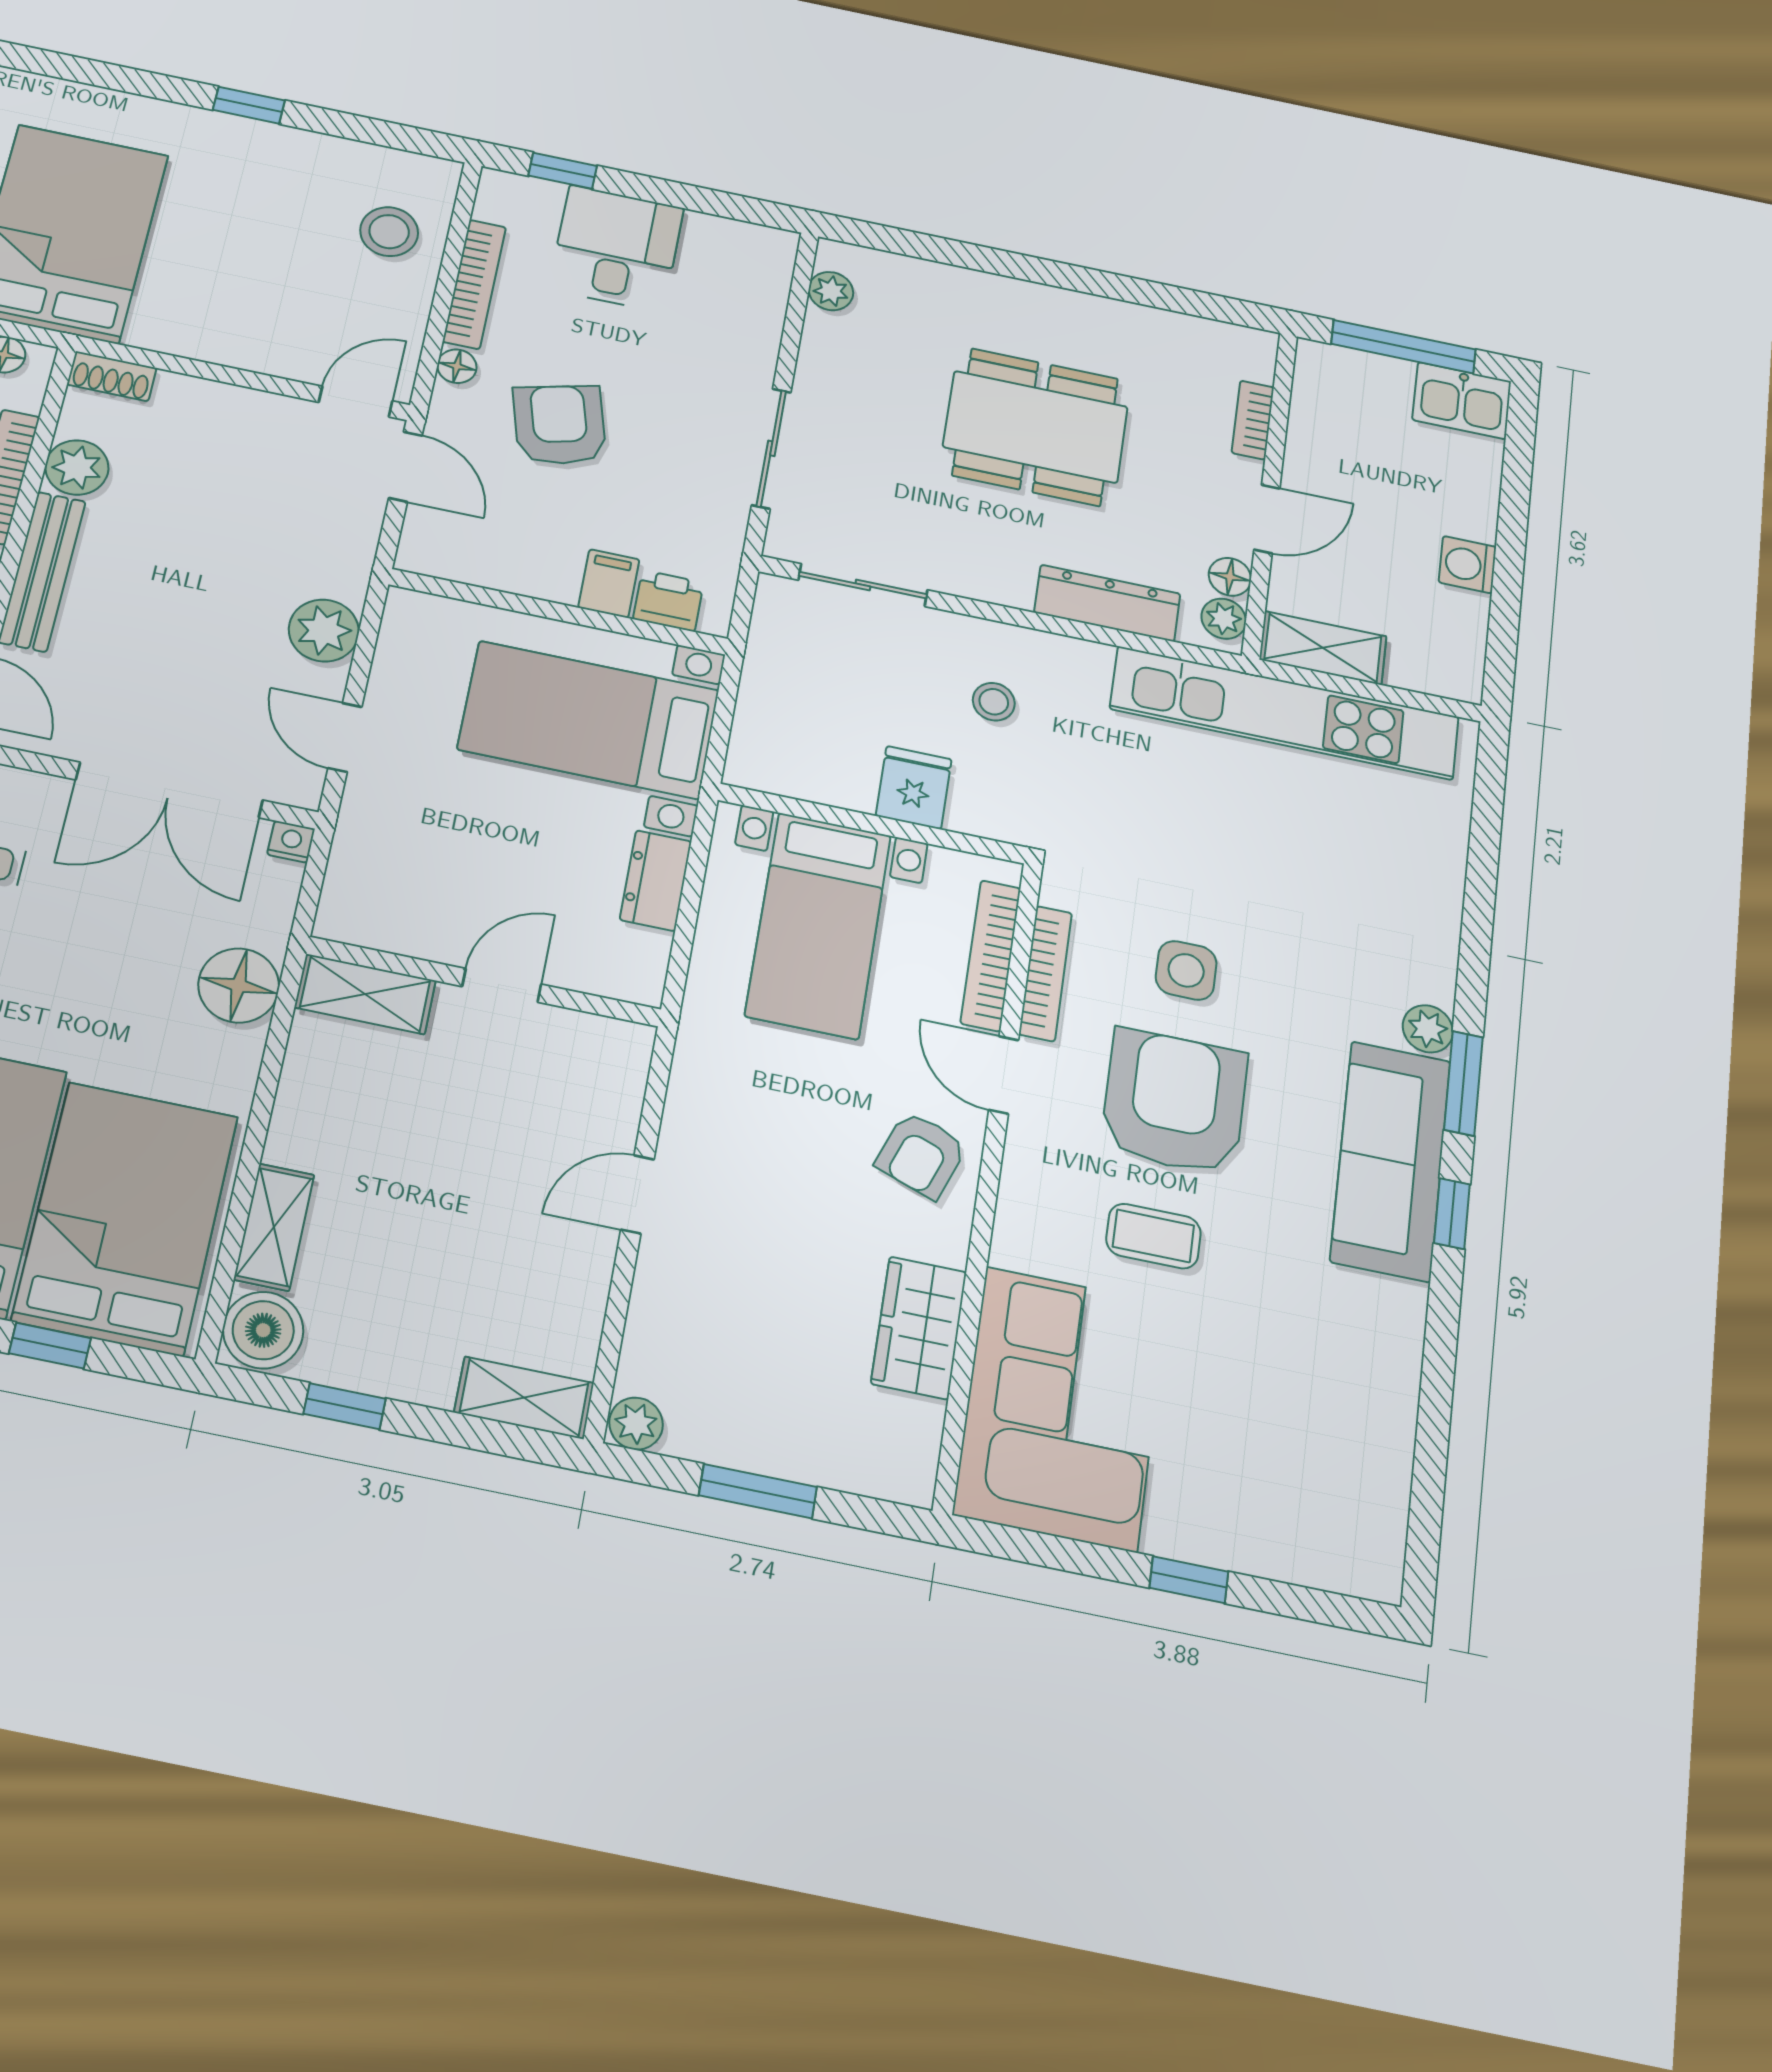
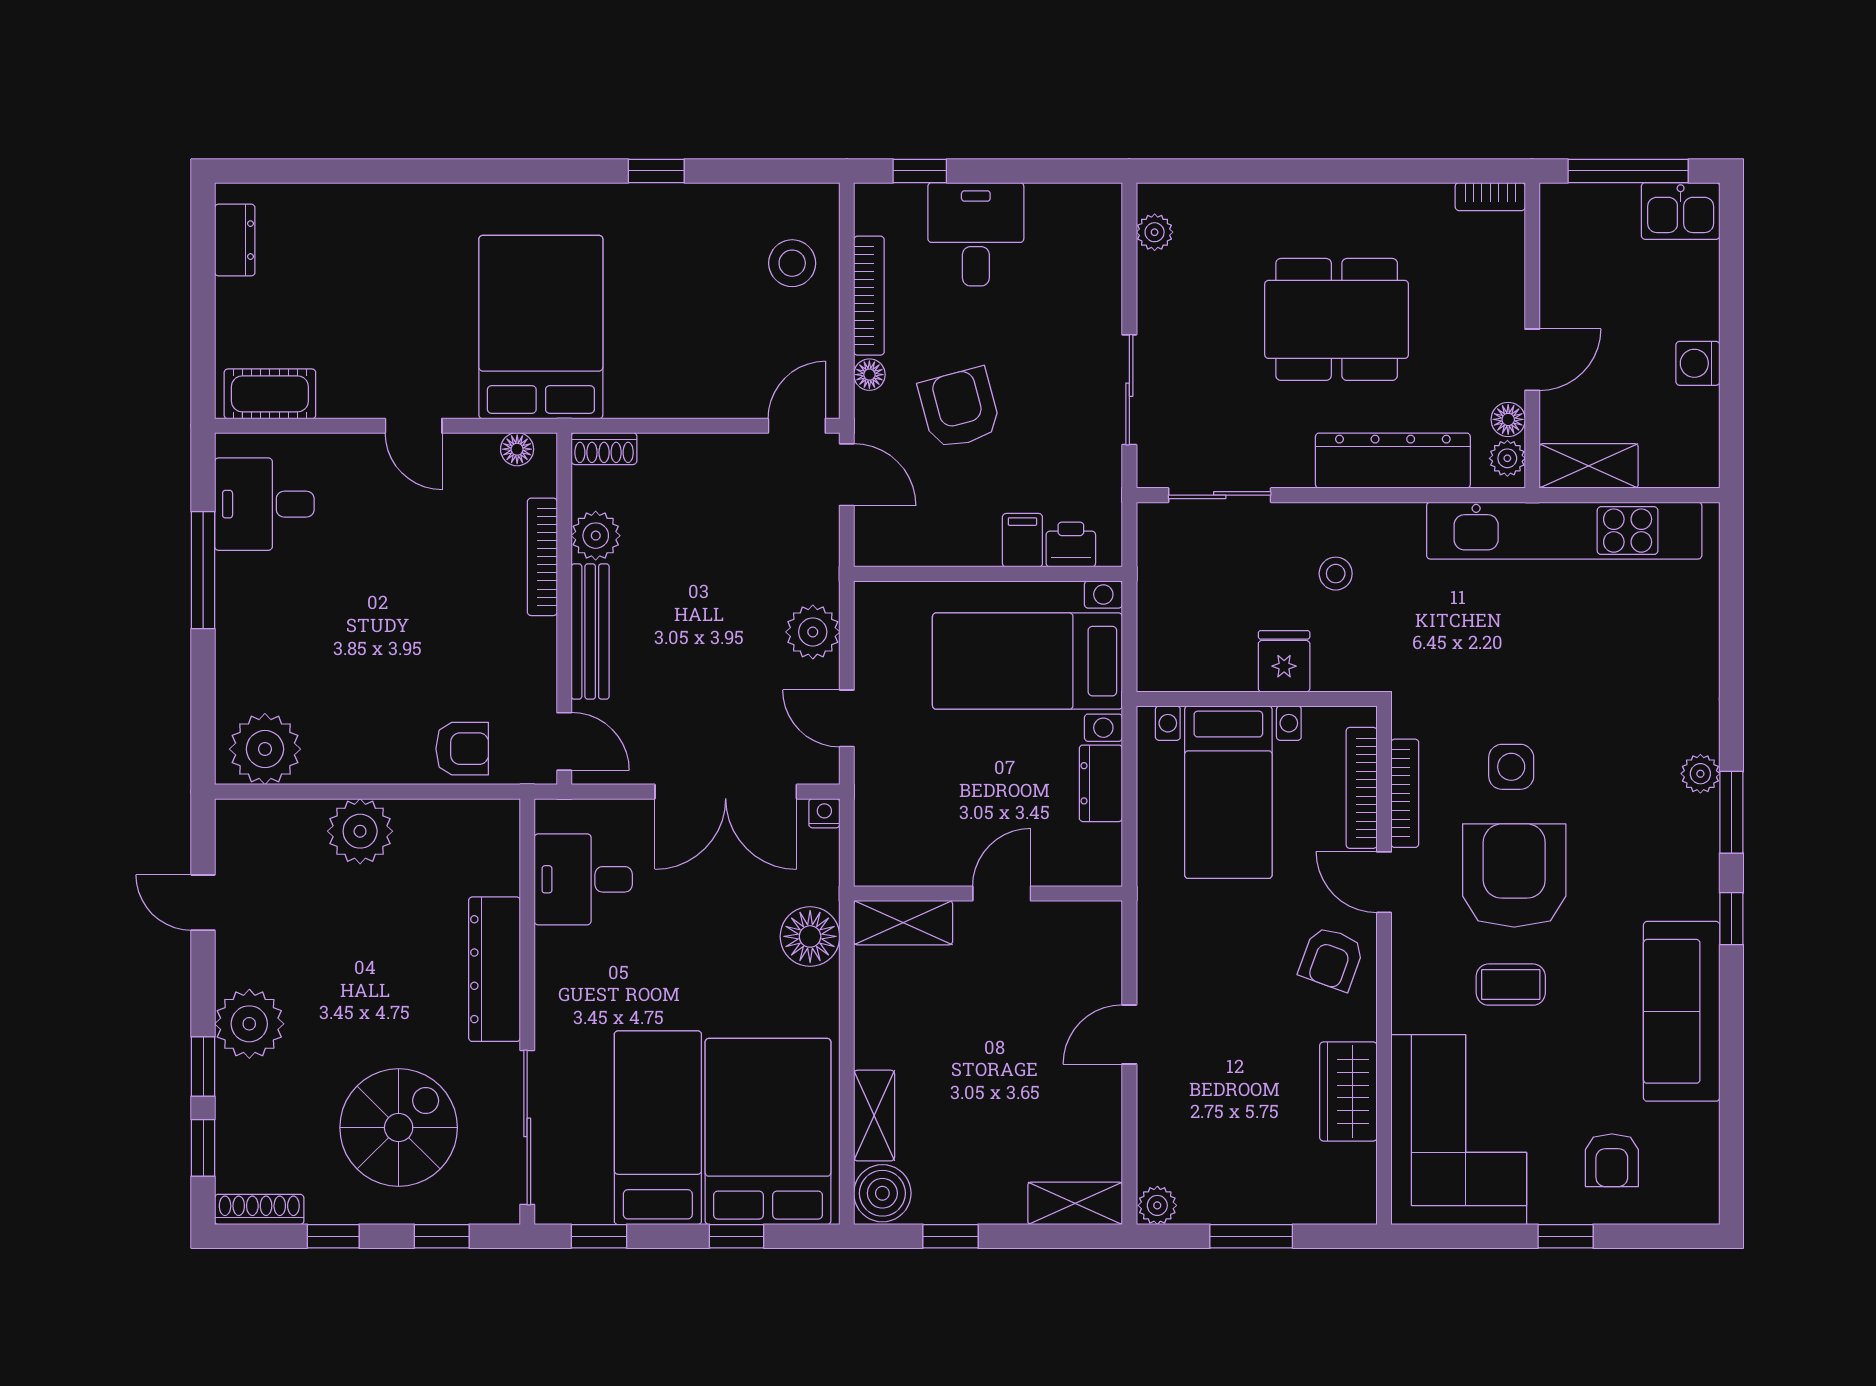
bookcase: (1253, 420) -> (1490, 197), moved, turned -90
dresser: (1107, 603) -> (1393, 461), width x1.37, depth x1.24
sofa: (1391, 1161) -> (1682, 1011), moved
armchair: (1263, 1491) -> (1612, 1160), added

